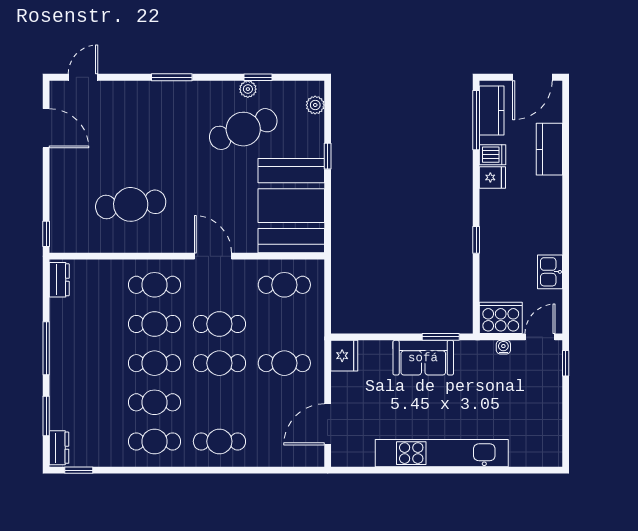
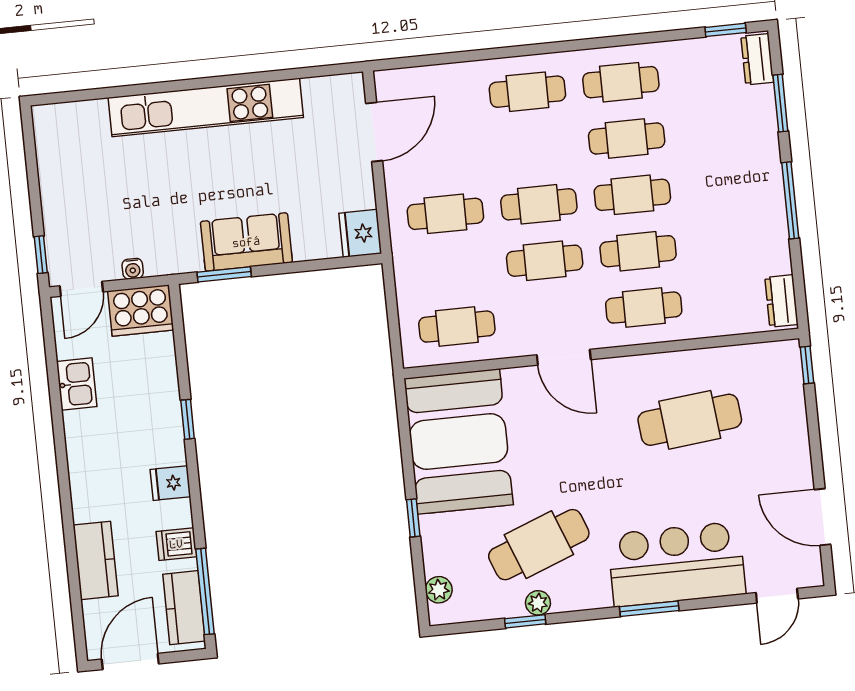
bar counter: (150, 106) -> (677, 564), added
fridge: (492, 177) -> (170, 483), moved

